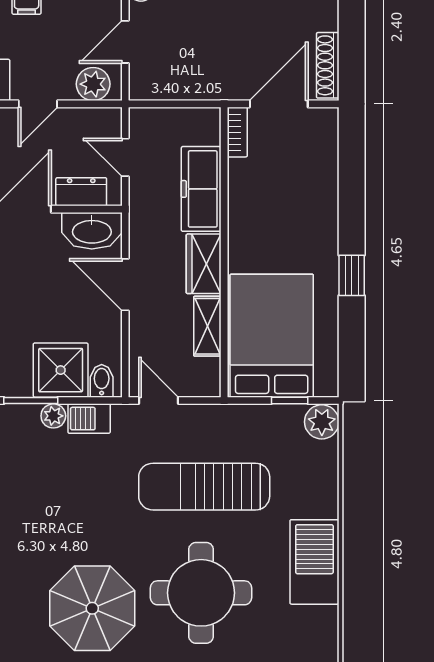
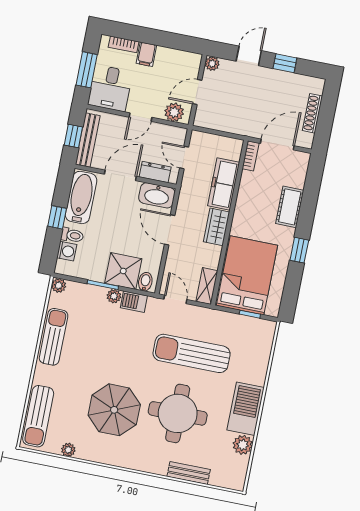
shoe rack: (328, 65) -> (312, 113), moved
cot: (321, 205) -> (290, 207), added
shelving: (207, 326) -> (207, 286), moved
plant: (322, 422) -> (243, 445), moved

